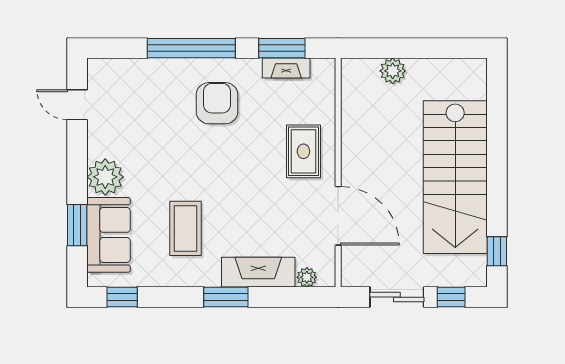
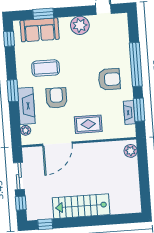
plant: (393, 71) -> (131, 151), moved
plant: (105, 177) -> (80, 25), moved
stairs: (455, 177) -> (81, 206), width x0.73, depth x0.66
armchair: (247, 211) -> (56, 98), added

